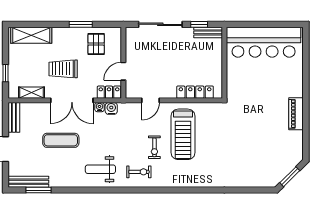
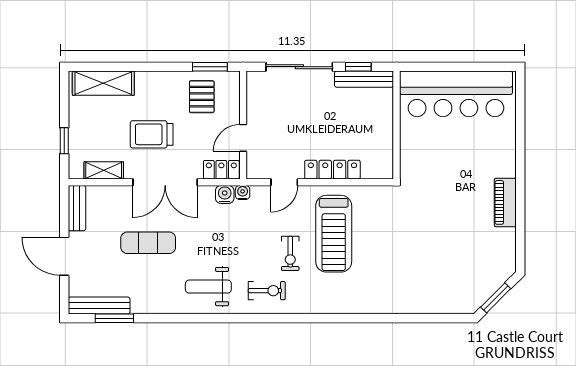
window: (81, 24) -> (210, 67), moved
bench: (208, 32) -> (364, 79), width x1.36
locker: (195, 92) -> (332, 170), moved
water cooler: (99, 107) -> (243, 192), moved

